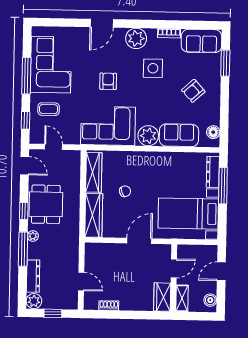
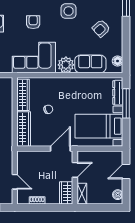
door: (174, 268) -> (75, 170), moved
wall: (174, 278) -> (75, 178), moved
wardrobe: (162, 297) -> (66, 193), moved
shelving: (182, 298) -> (82, 194), moved

